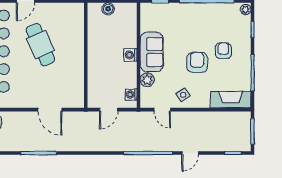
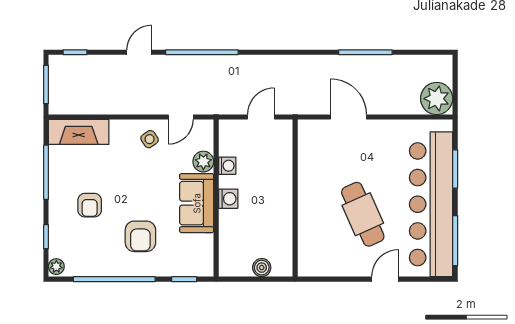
armchair: (197, 62) -> (140, 236), moved
washing machine: (131, 95) -> (227, 166), moved
door: (162, 110) -> (181, 117), swing flipped

